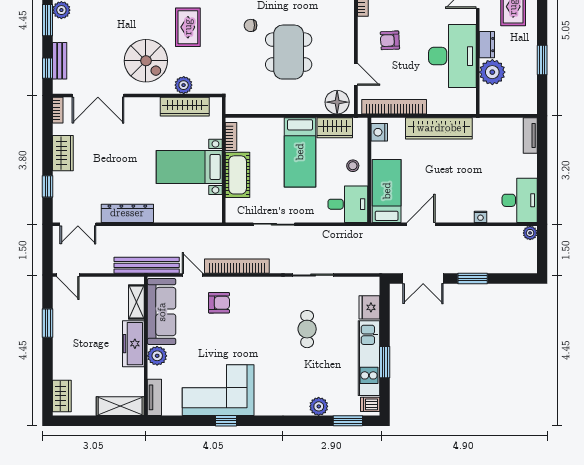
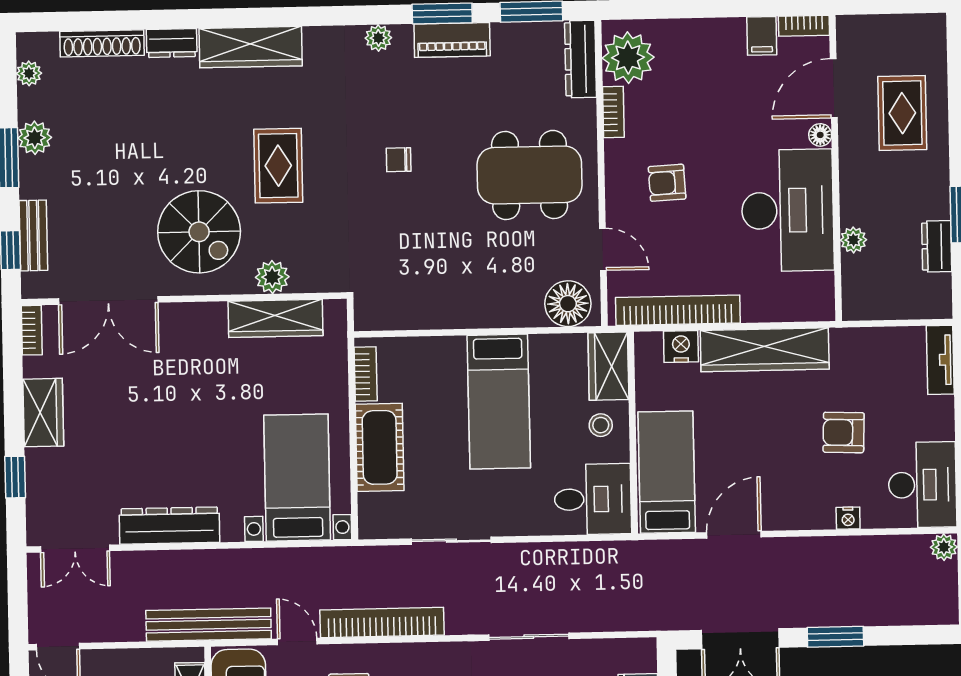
floor lamp: (470, 17) -> (820, 135), added
dresser: (487, 45) -> (937, 246), moved, turned 180
dining table: (289, 52) -> (530, 175), moved, turned 90
plant: (492, 72) -> (853, 240), width x0.53, depth x0.53
wardrobe: (335, 128) -> (608, 366), moved, turned 90
nightstand: (379, 132) -> (681, 346), moved, turned 90
bed with nightstands: (189, 167) -> (297, 478), moved, turned 90
armchair: (479, 172) -> (844, 432), added

